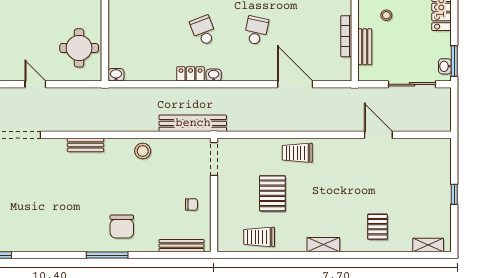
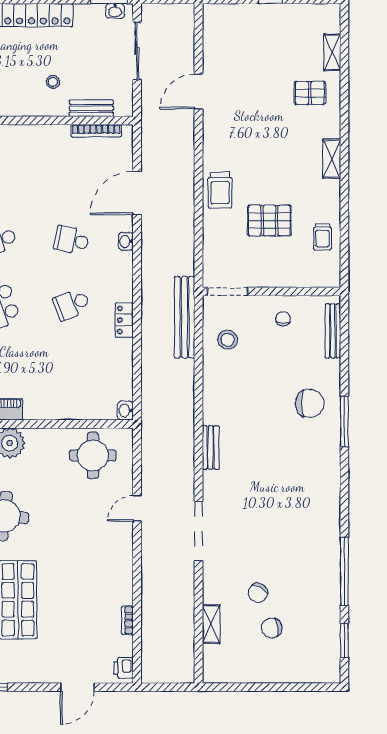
bookcase: (346, 36) -> (96, 131), moved
washbasin: (214, 75) -> (126, 241), moved
stool: (143, 151) -> (228, 340), moved
trolley: (259, 237) -> (322, 237), width x0.73, depth x0.72
shelving: (428, 245) -> (332, 52), moved

